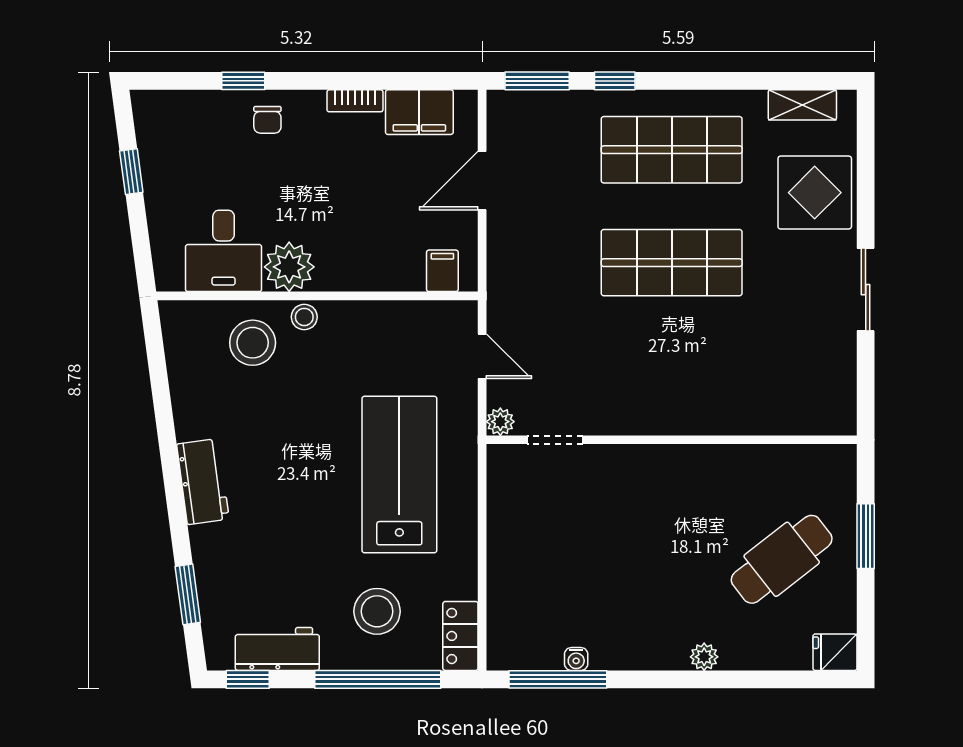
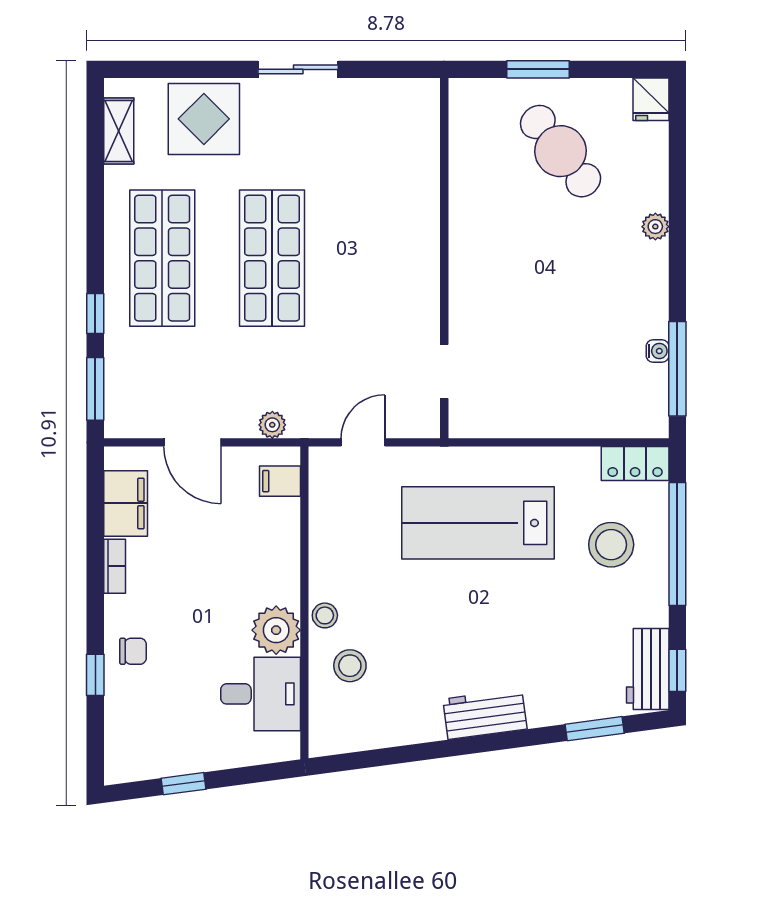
stool: (253, 343) -> (350, 666), width x0.73, depth x0.73
plant: (500, 422) -> (272, 425), moved
workbench: (277, 649) -> (648, 669), moved

